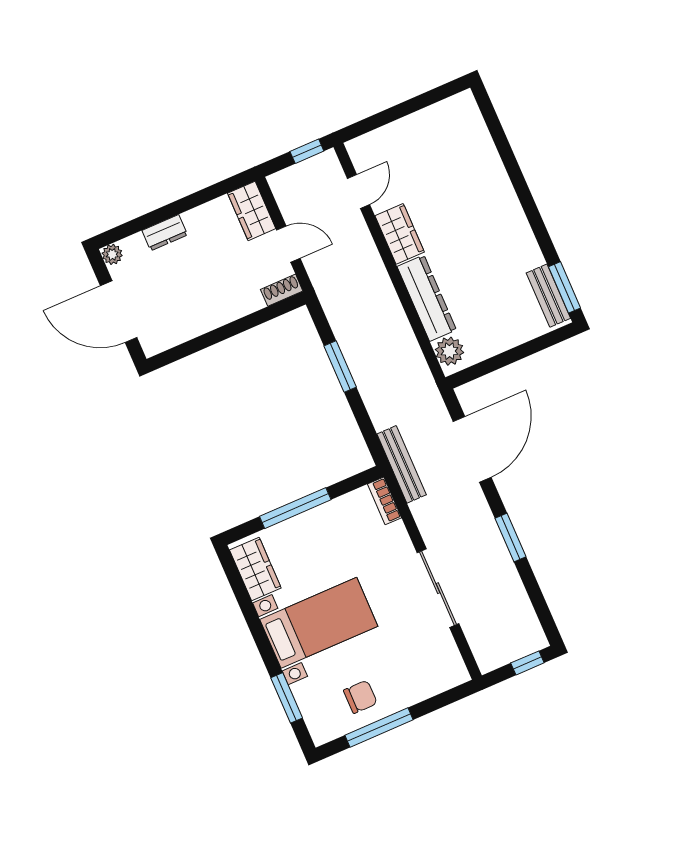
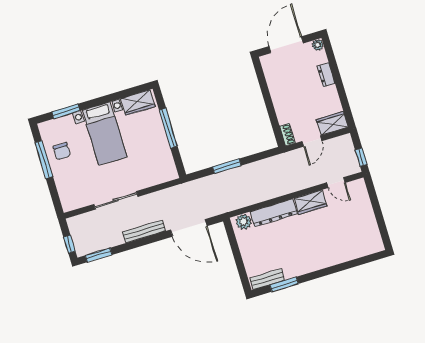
window: (564, 287) -> (284, 284), moved
window: (340, 366) -> (227, 166), moved
bench: (402, 464) -> (144, 231), moved
bookcase: (384, 501) -> (166, 177), removed
window: (510, 538) -> (99, 255), moved

